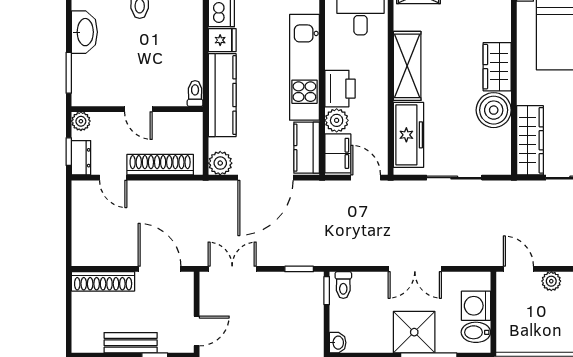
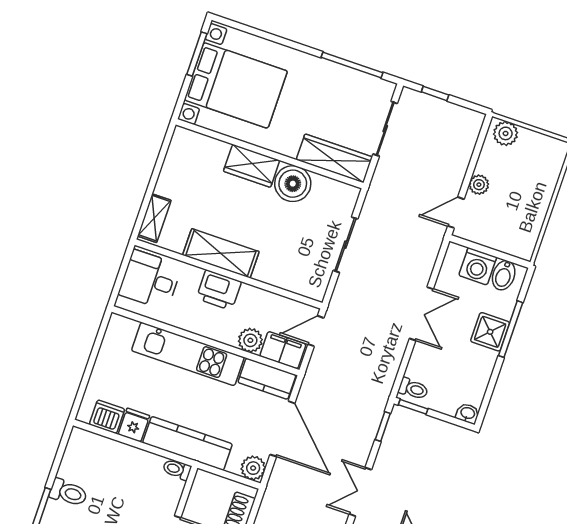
printer: (340, 89) -> (219, 290), moved, turned 180
freezer: (408, 135) -> (288, 275), removed
shower: (414, 332) -> (490, 332), width x0.73, depth x0.73

